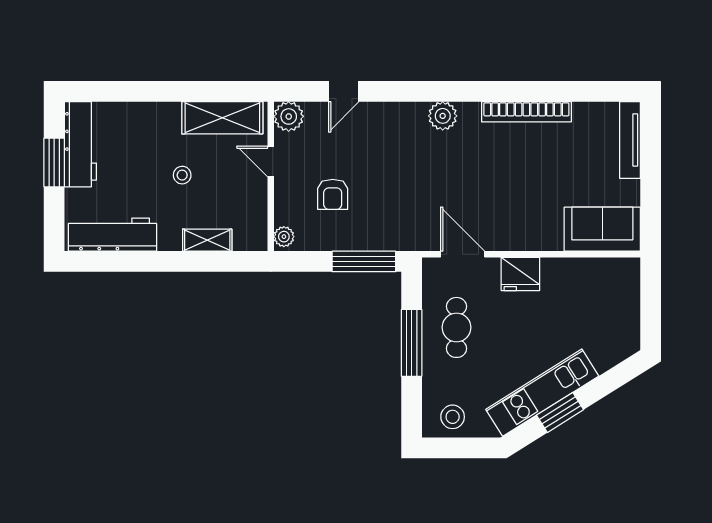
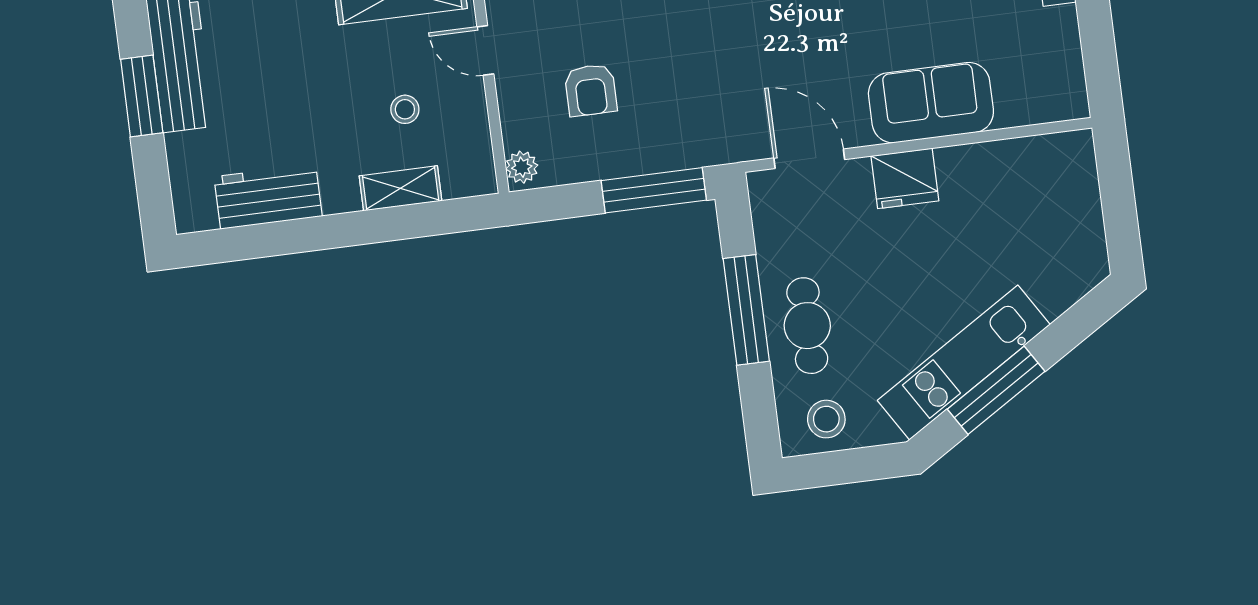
stool: (182, 175) -> (405, 109), moved
sofa: (602, 229) -> (931, 103), moved
workbench: (112, 235) -> (268, 196), width x0.73
cafe table: (457, 327) -> (807, 326), moved
window: (560, 412) -> (996, 390), width x1.44

